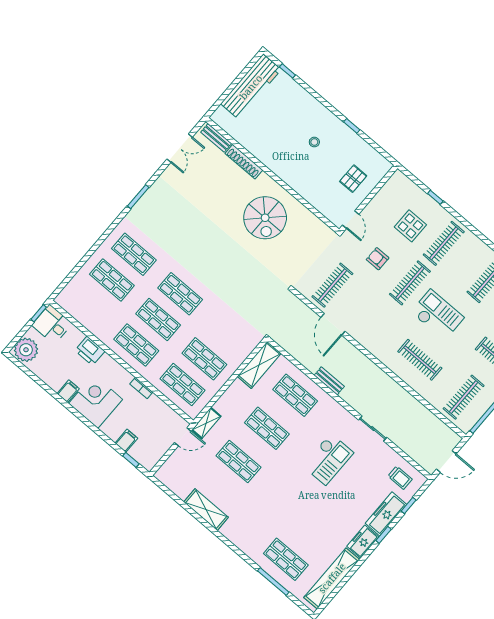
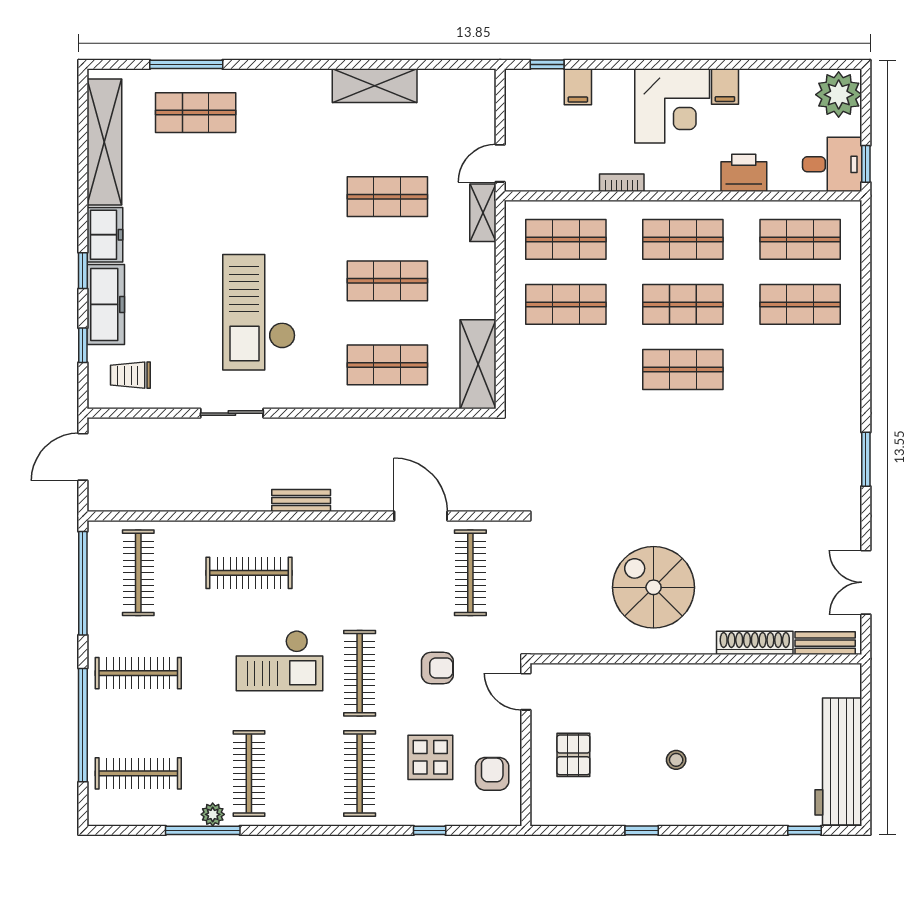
armchair: (392, 198) -> (492, 774), added
shop shelf: (134, 254) -> (800, 239), moved
bench: (329, 381) -> (301, 501), moved
checkout: (328, 459) -> (259, 312), width x1.36, depth x1.21

